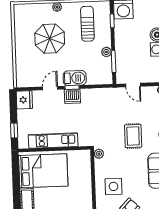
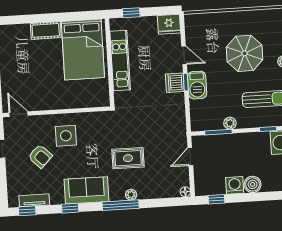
plant: (99, 154) -> (105, 117), removed

